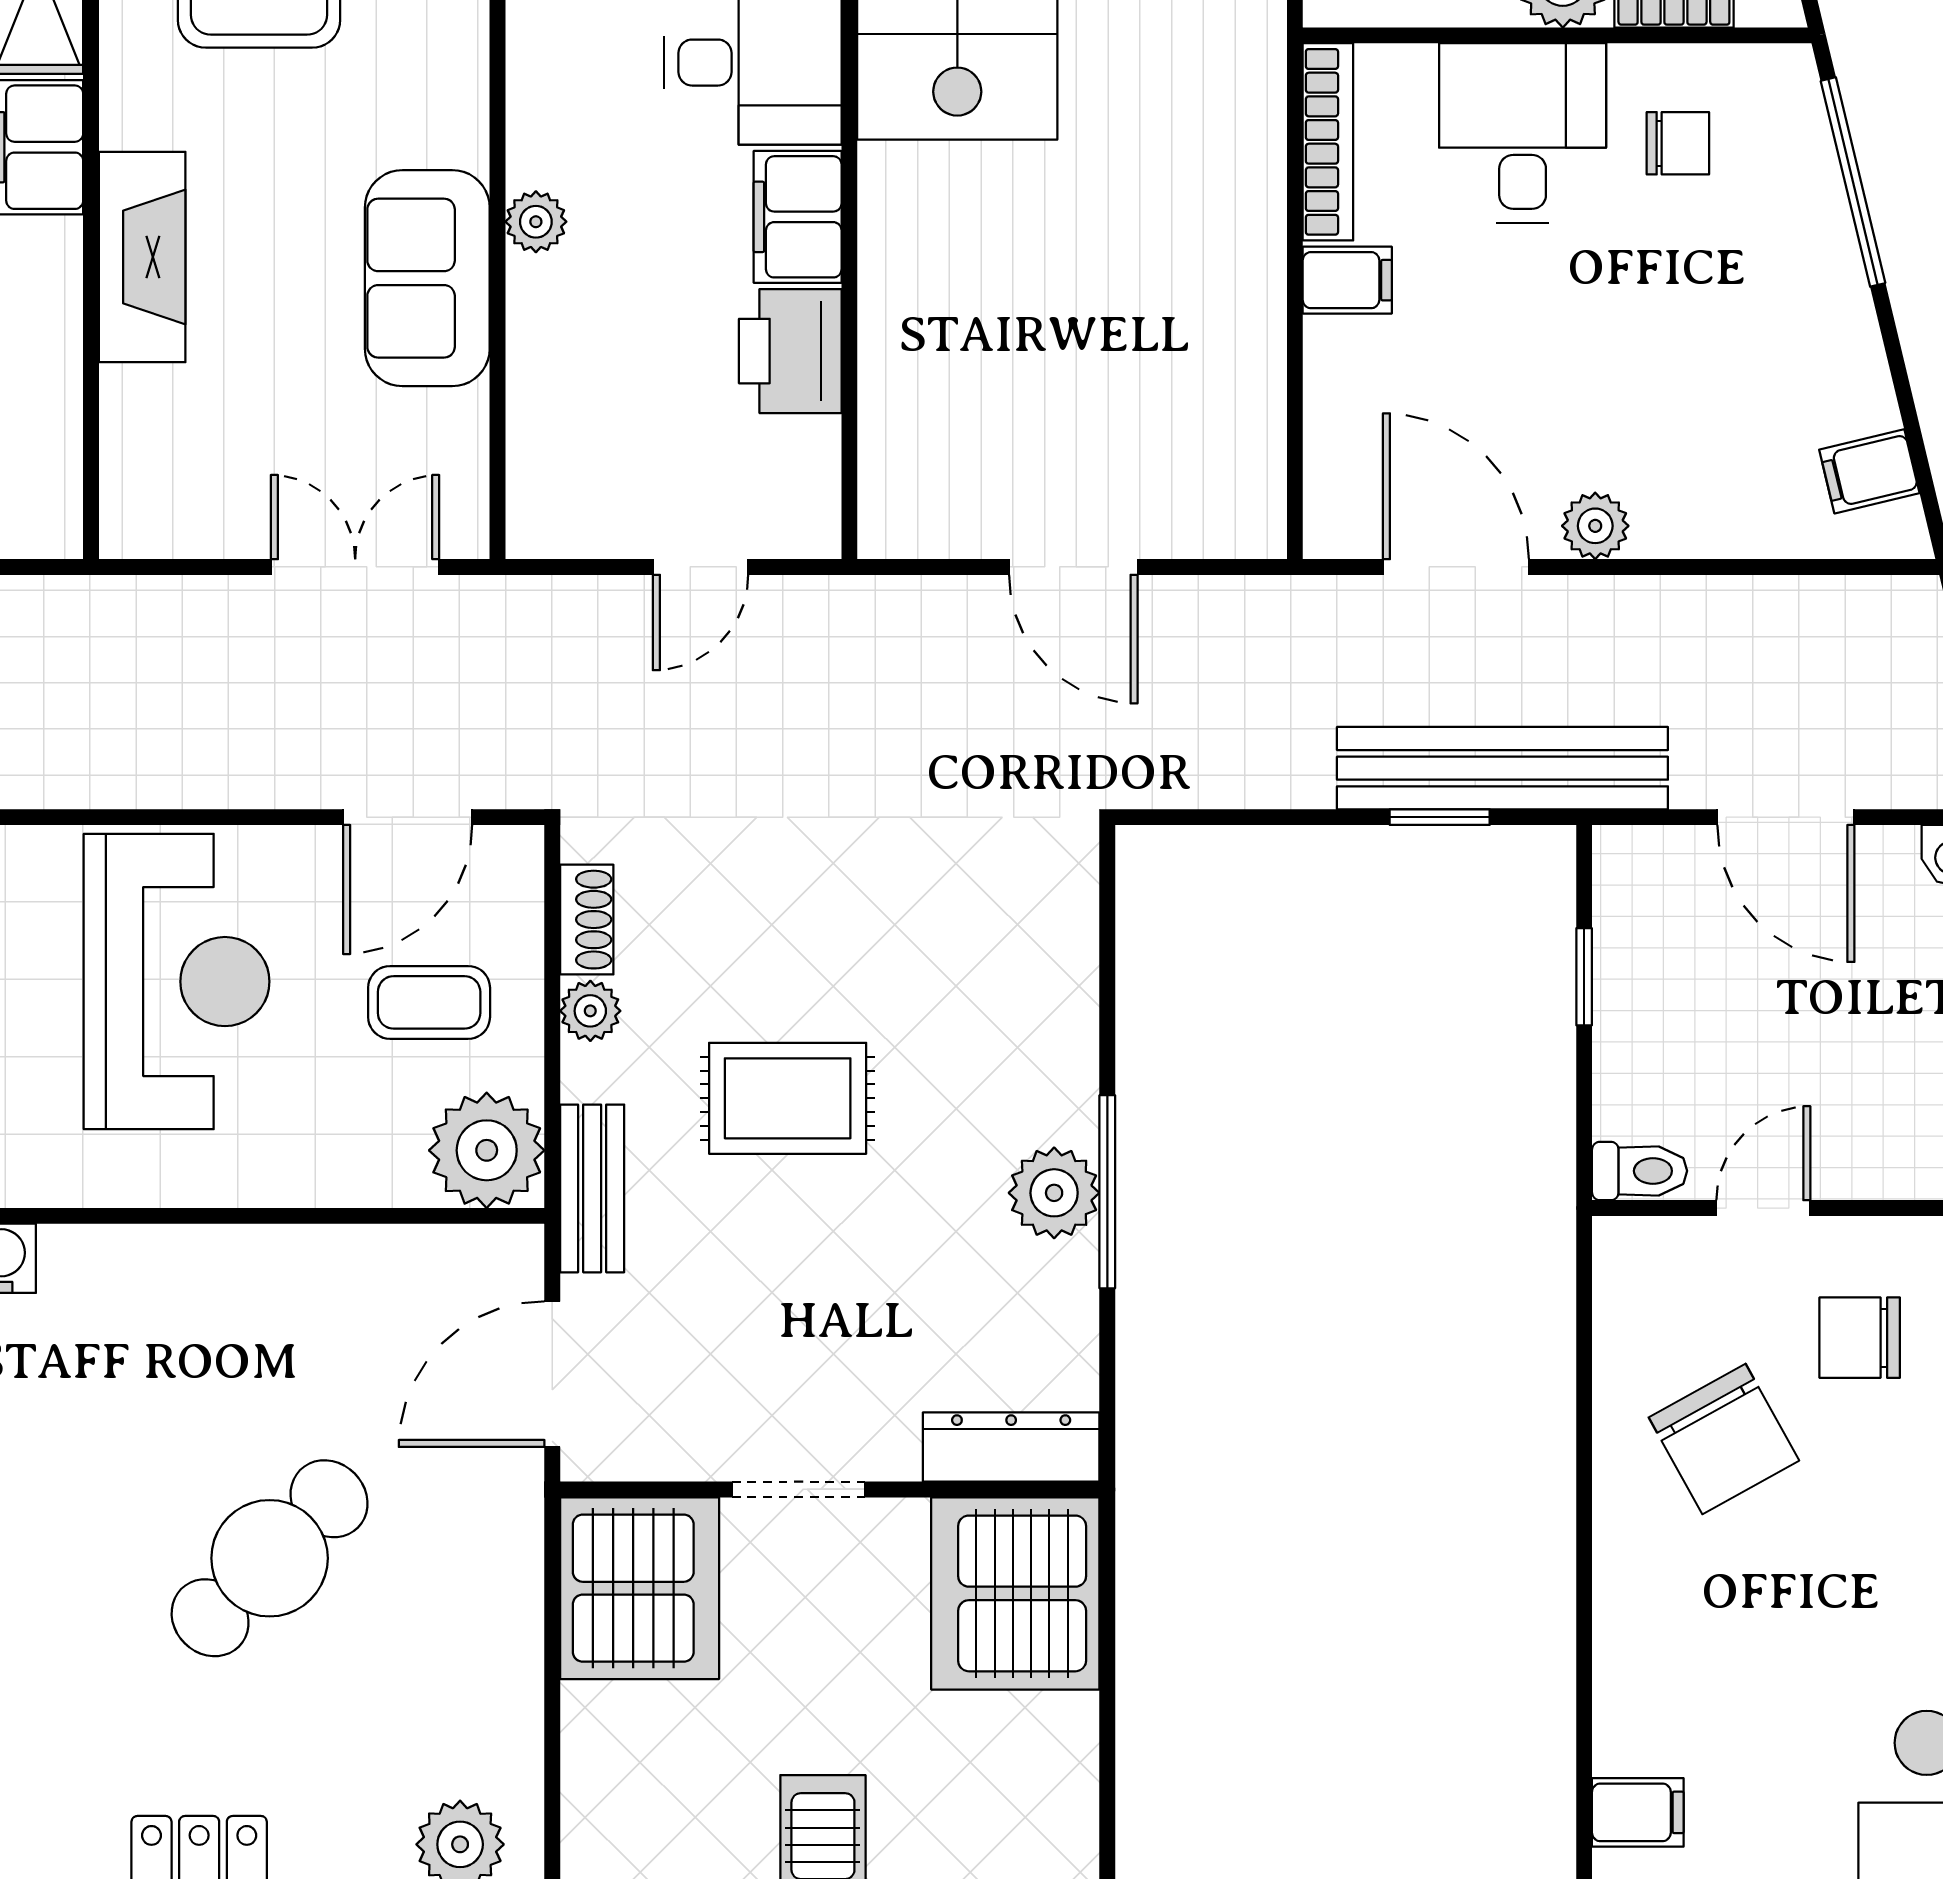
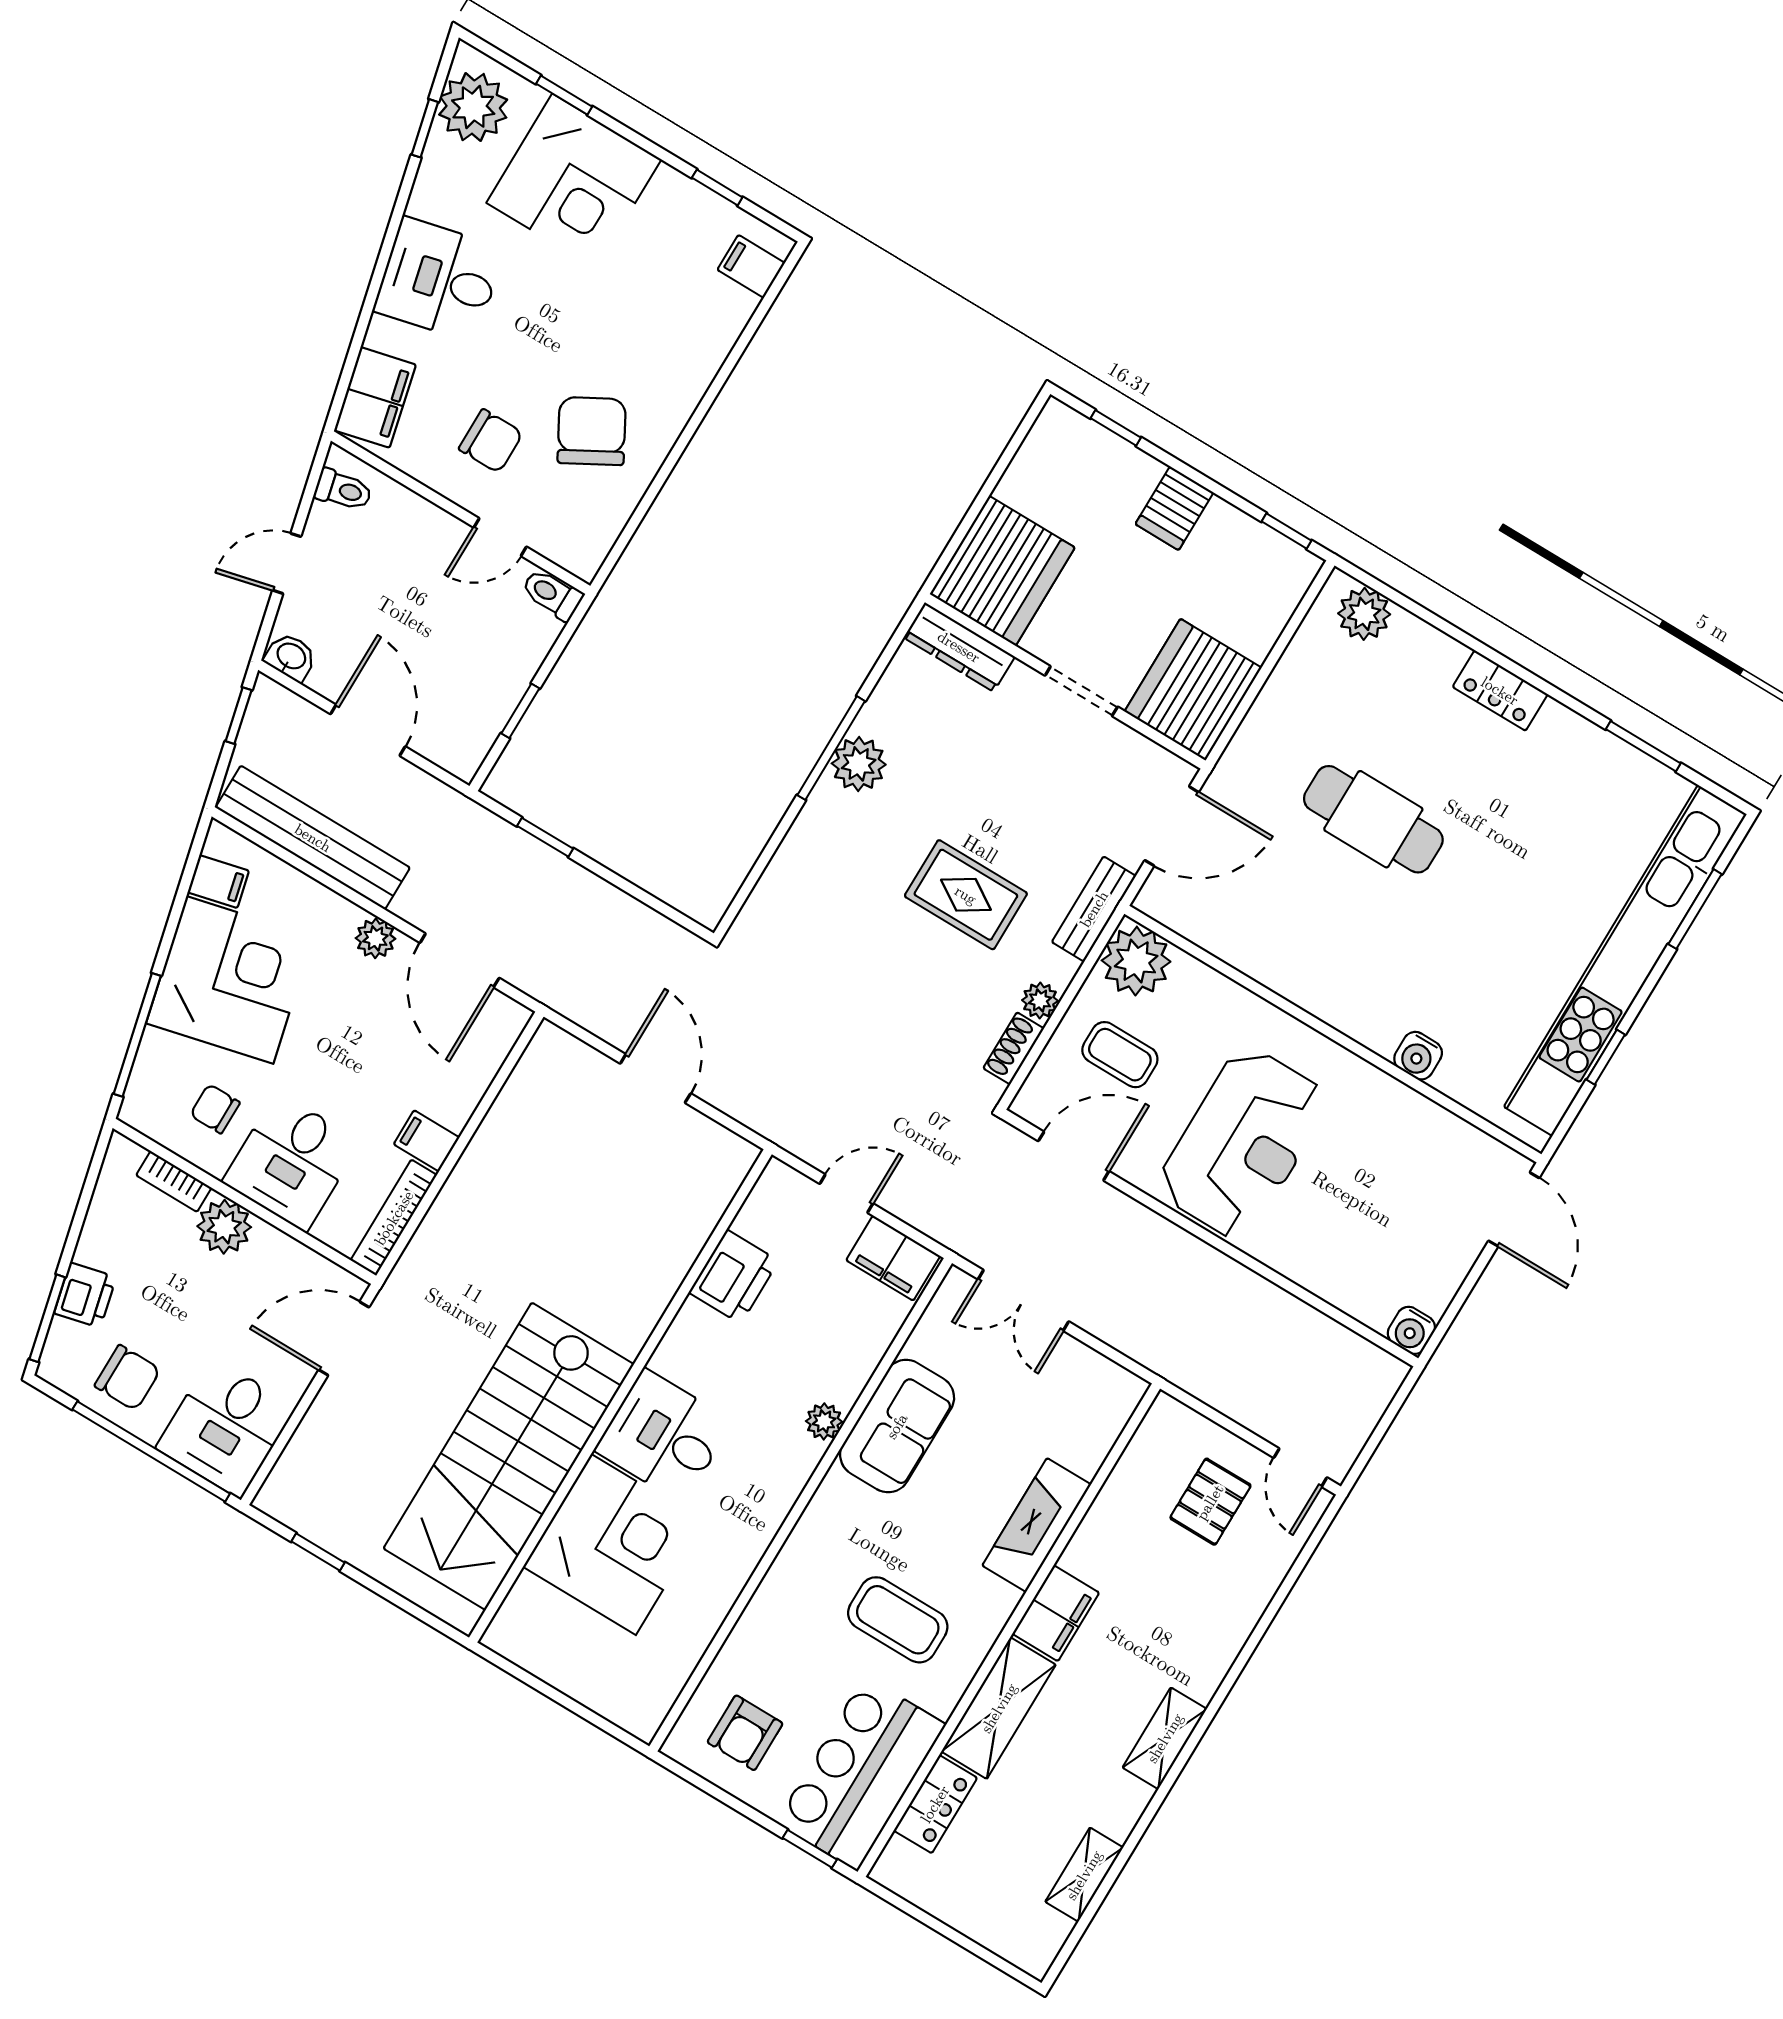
filing cabinet: (798, 217) -> (893, 1258), moved, turned 90
corner desk: (1768, 341) -> (230, 980), added
bench: (1502, 768) -> (313, 838), moved
reception desk: (177, 982) -> (1243, 1143), turned 180
cafe table: (270, 1558) -> (1373, 819), turned 45

